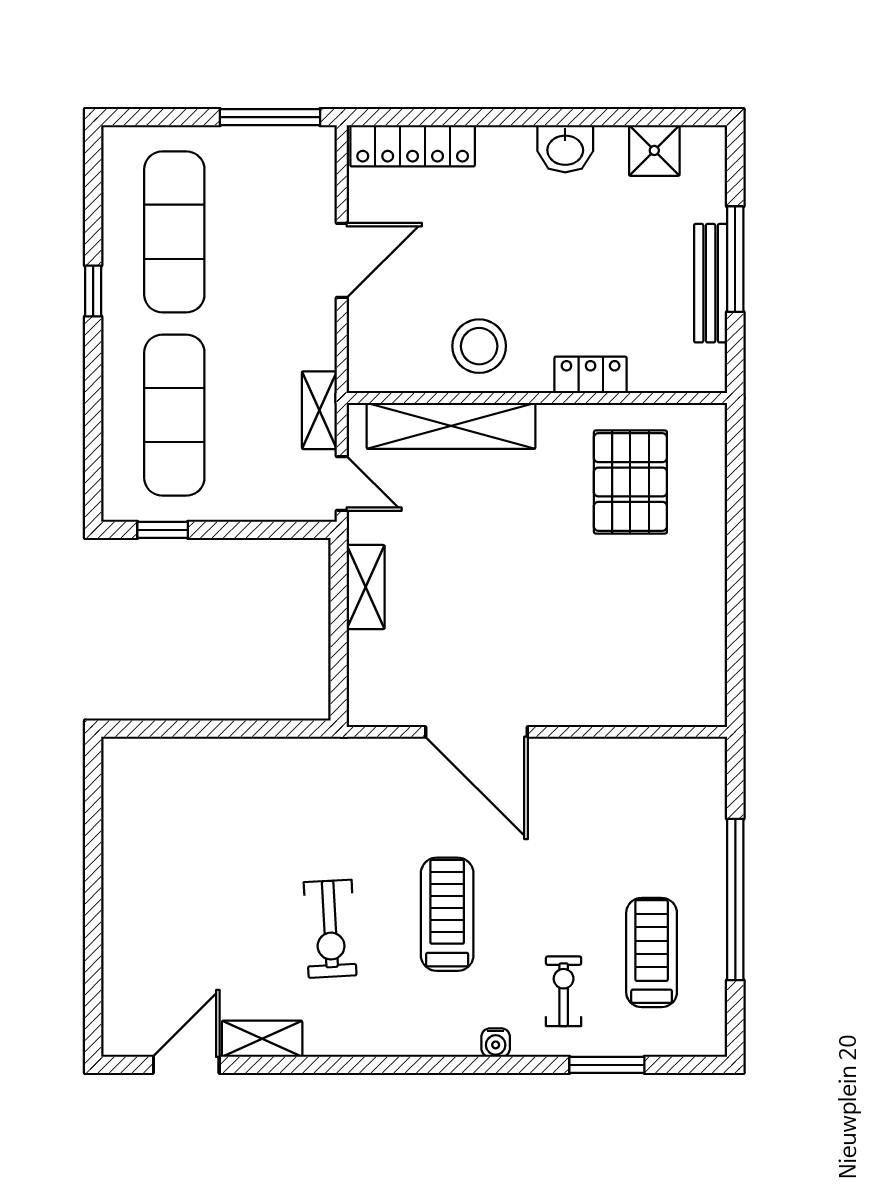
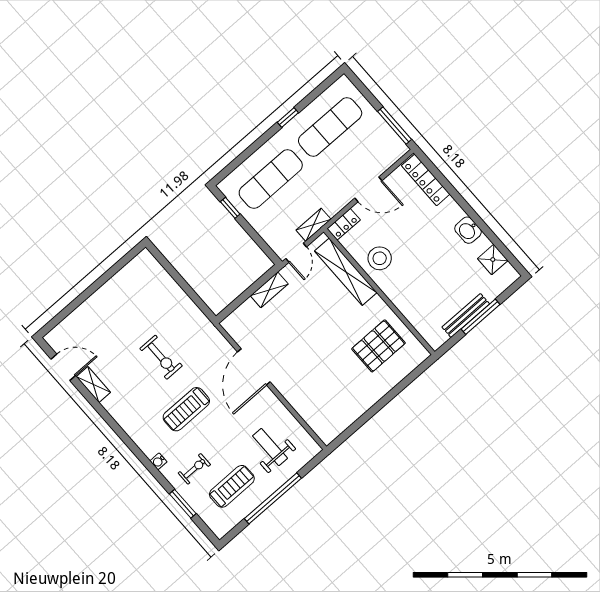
locker: (591, 375) -> (344, 224), moved, turned 90
weight bench: (641, 826) -> (270, 447), added
treadmill: (447, 914) -> (186, 409), turned 180
exercise bike: (330, 929) -> (161, 357), moved, turned -87

